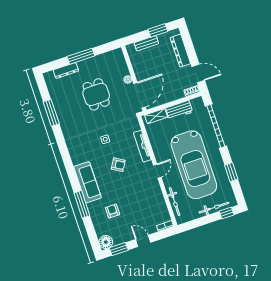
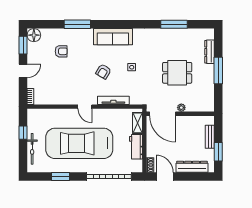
door: (198, 73) -> (165, 176), swing flipped
sofa: (87, 182) -> (113, 37), moved
bicycle: (175, 202) -> (50, 113), removed
window: (227, 213) -> (23, 133), moved

